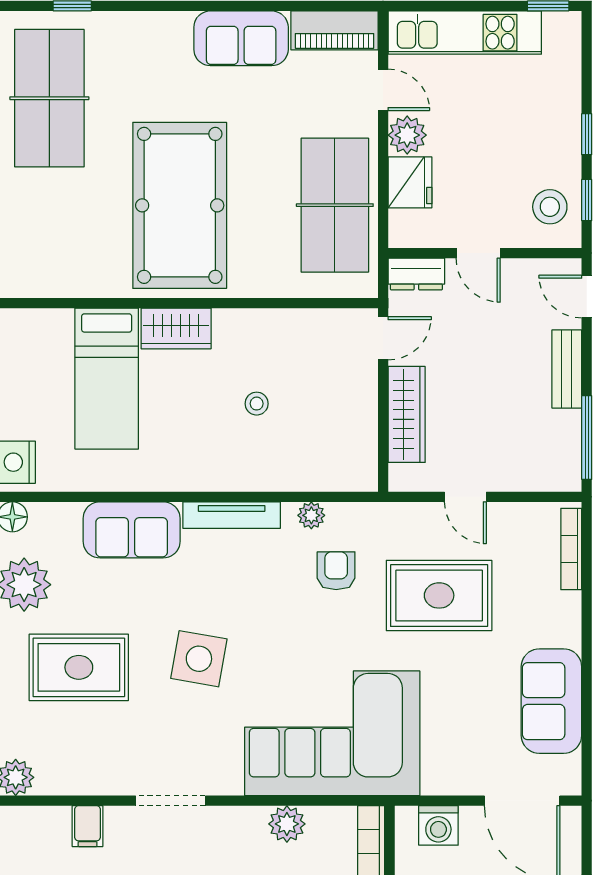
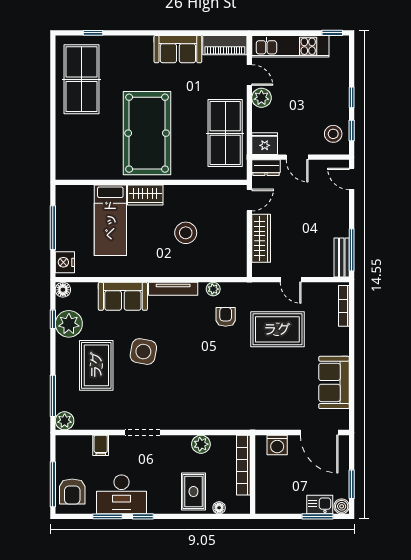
fridge: (410, 182) -> (265, 144), moved, turned -90
bench: (567, 369) -> (342, 258), moved
stool: (257, 404) -> (186, 233), width x1.89, depth x1.89
side table: (199, 659) -> (143, 352), moved
rug: (79, 667) -> (96, 365), turned 90
corner sofa: (332, 733) -> (224, 399), removed

